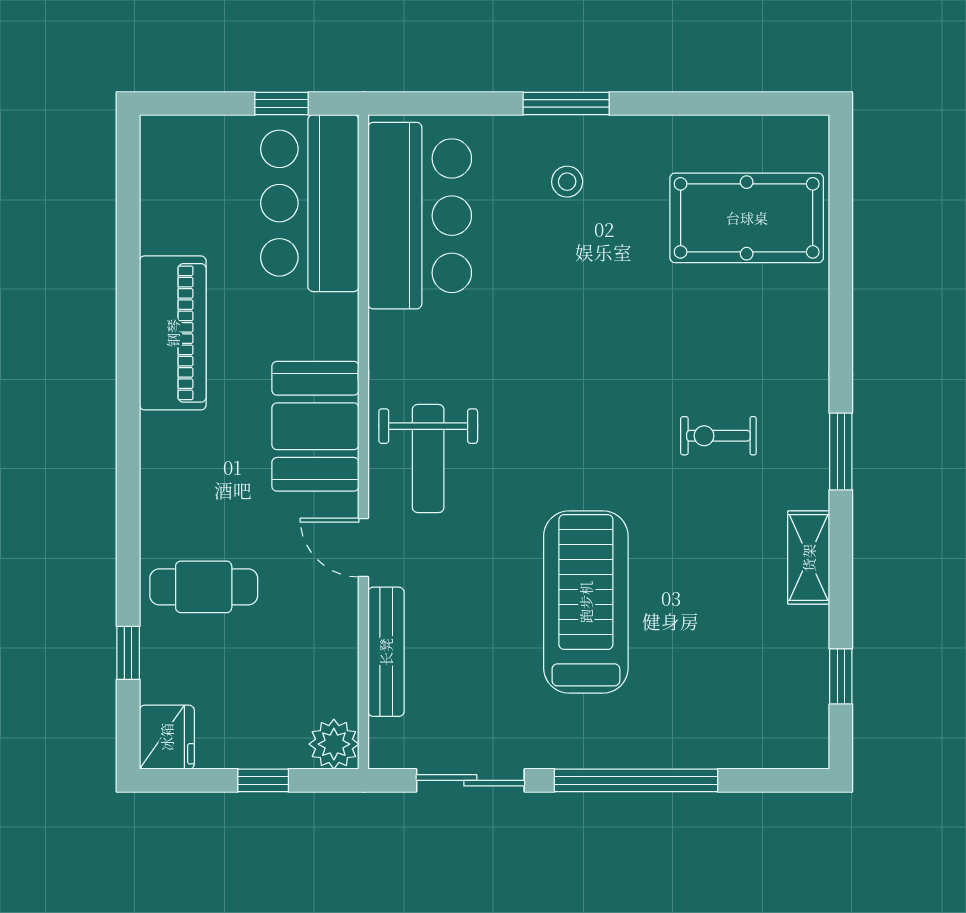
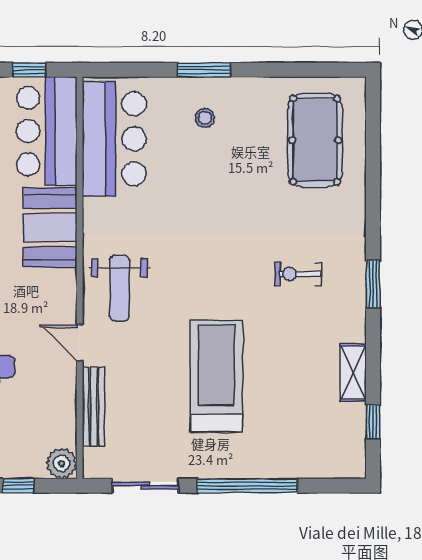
pool table: (747, 218) -> (315, 140), turned 90
booth: (315, 426) -> (50, 227), moved
shelving: (809, 558) -> (353, 373), moved

